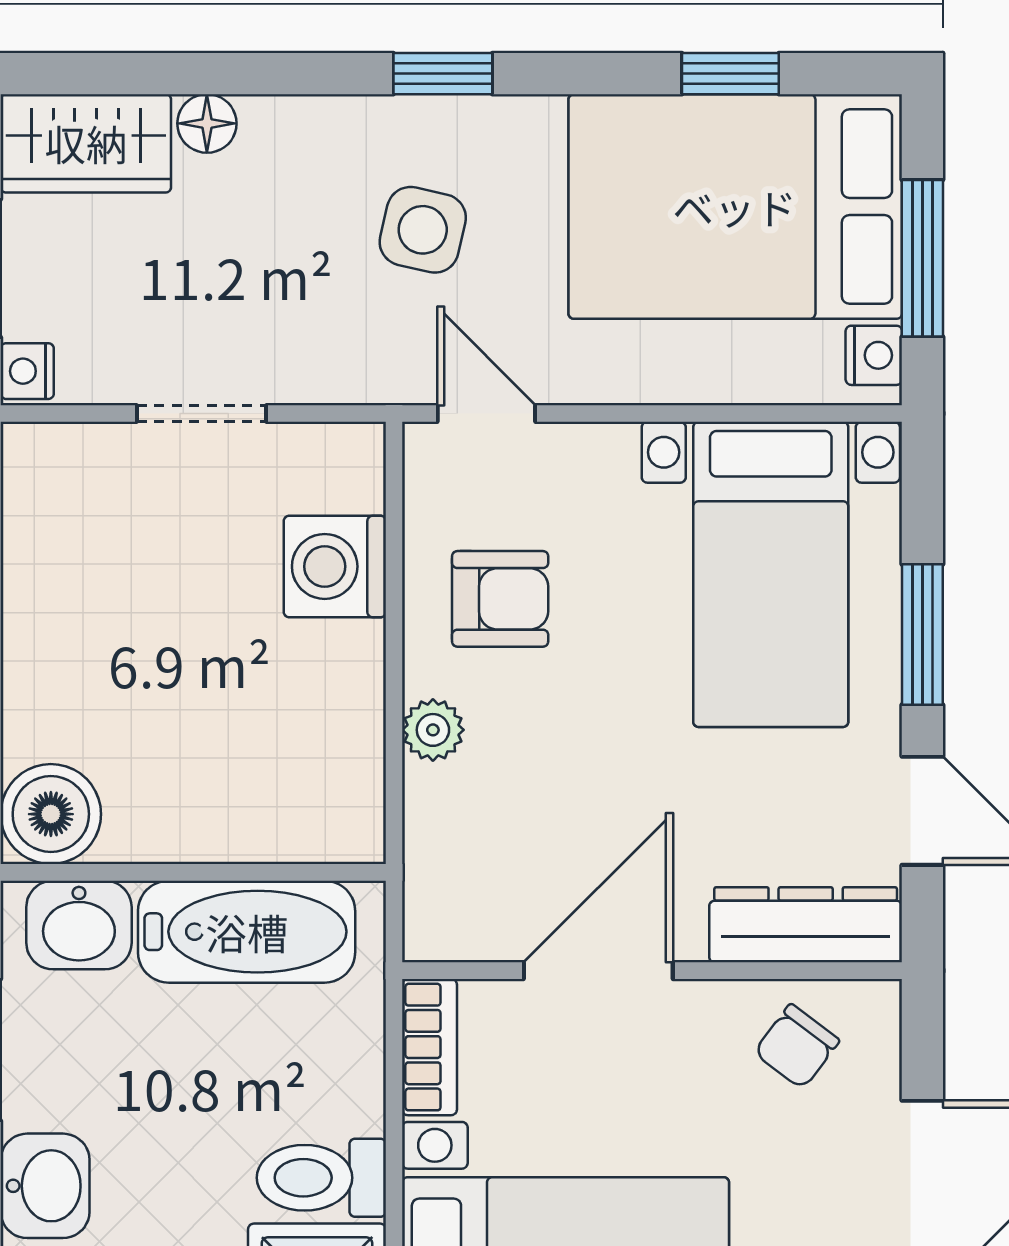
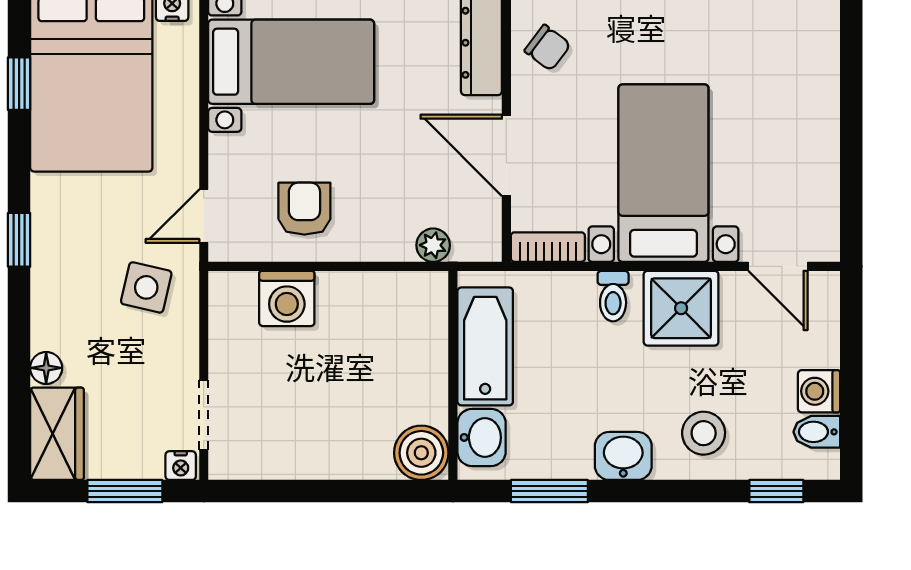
side table: (423, 230) -> (146, 287), moved
doorway: (202, 414) -> (204, 415), moved
plant: (433, 730) -> (433, 245), moved
toilet: (321, 1178) -> (613, 296), width x0.73, depth x0.72

